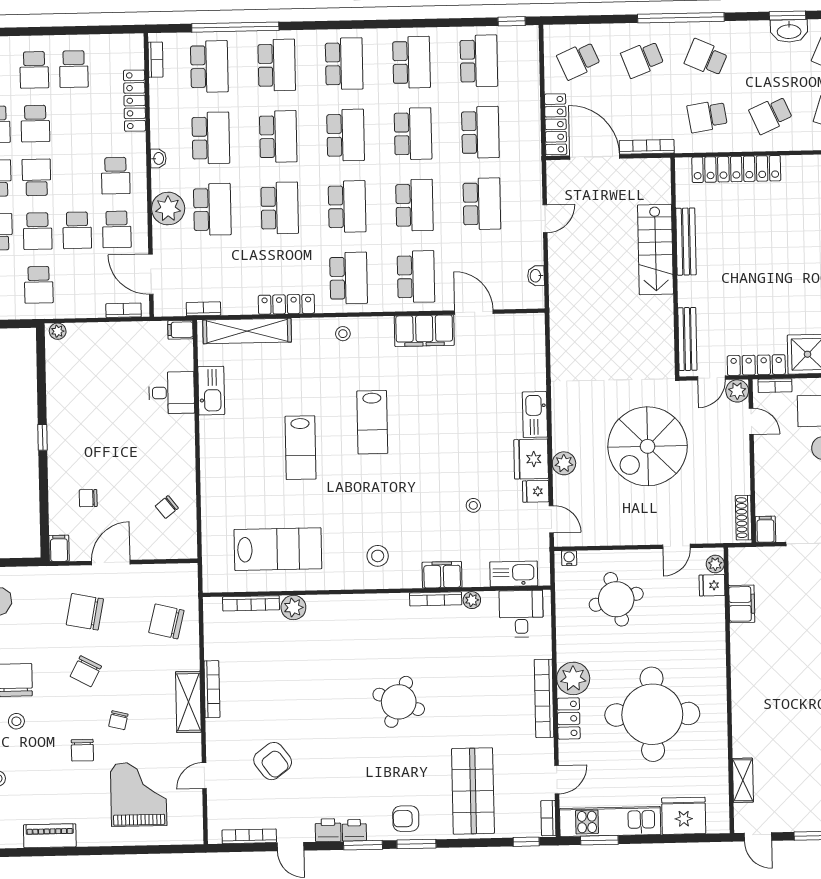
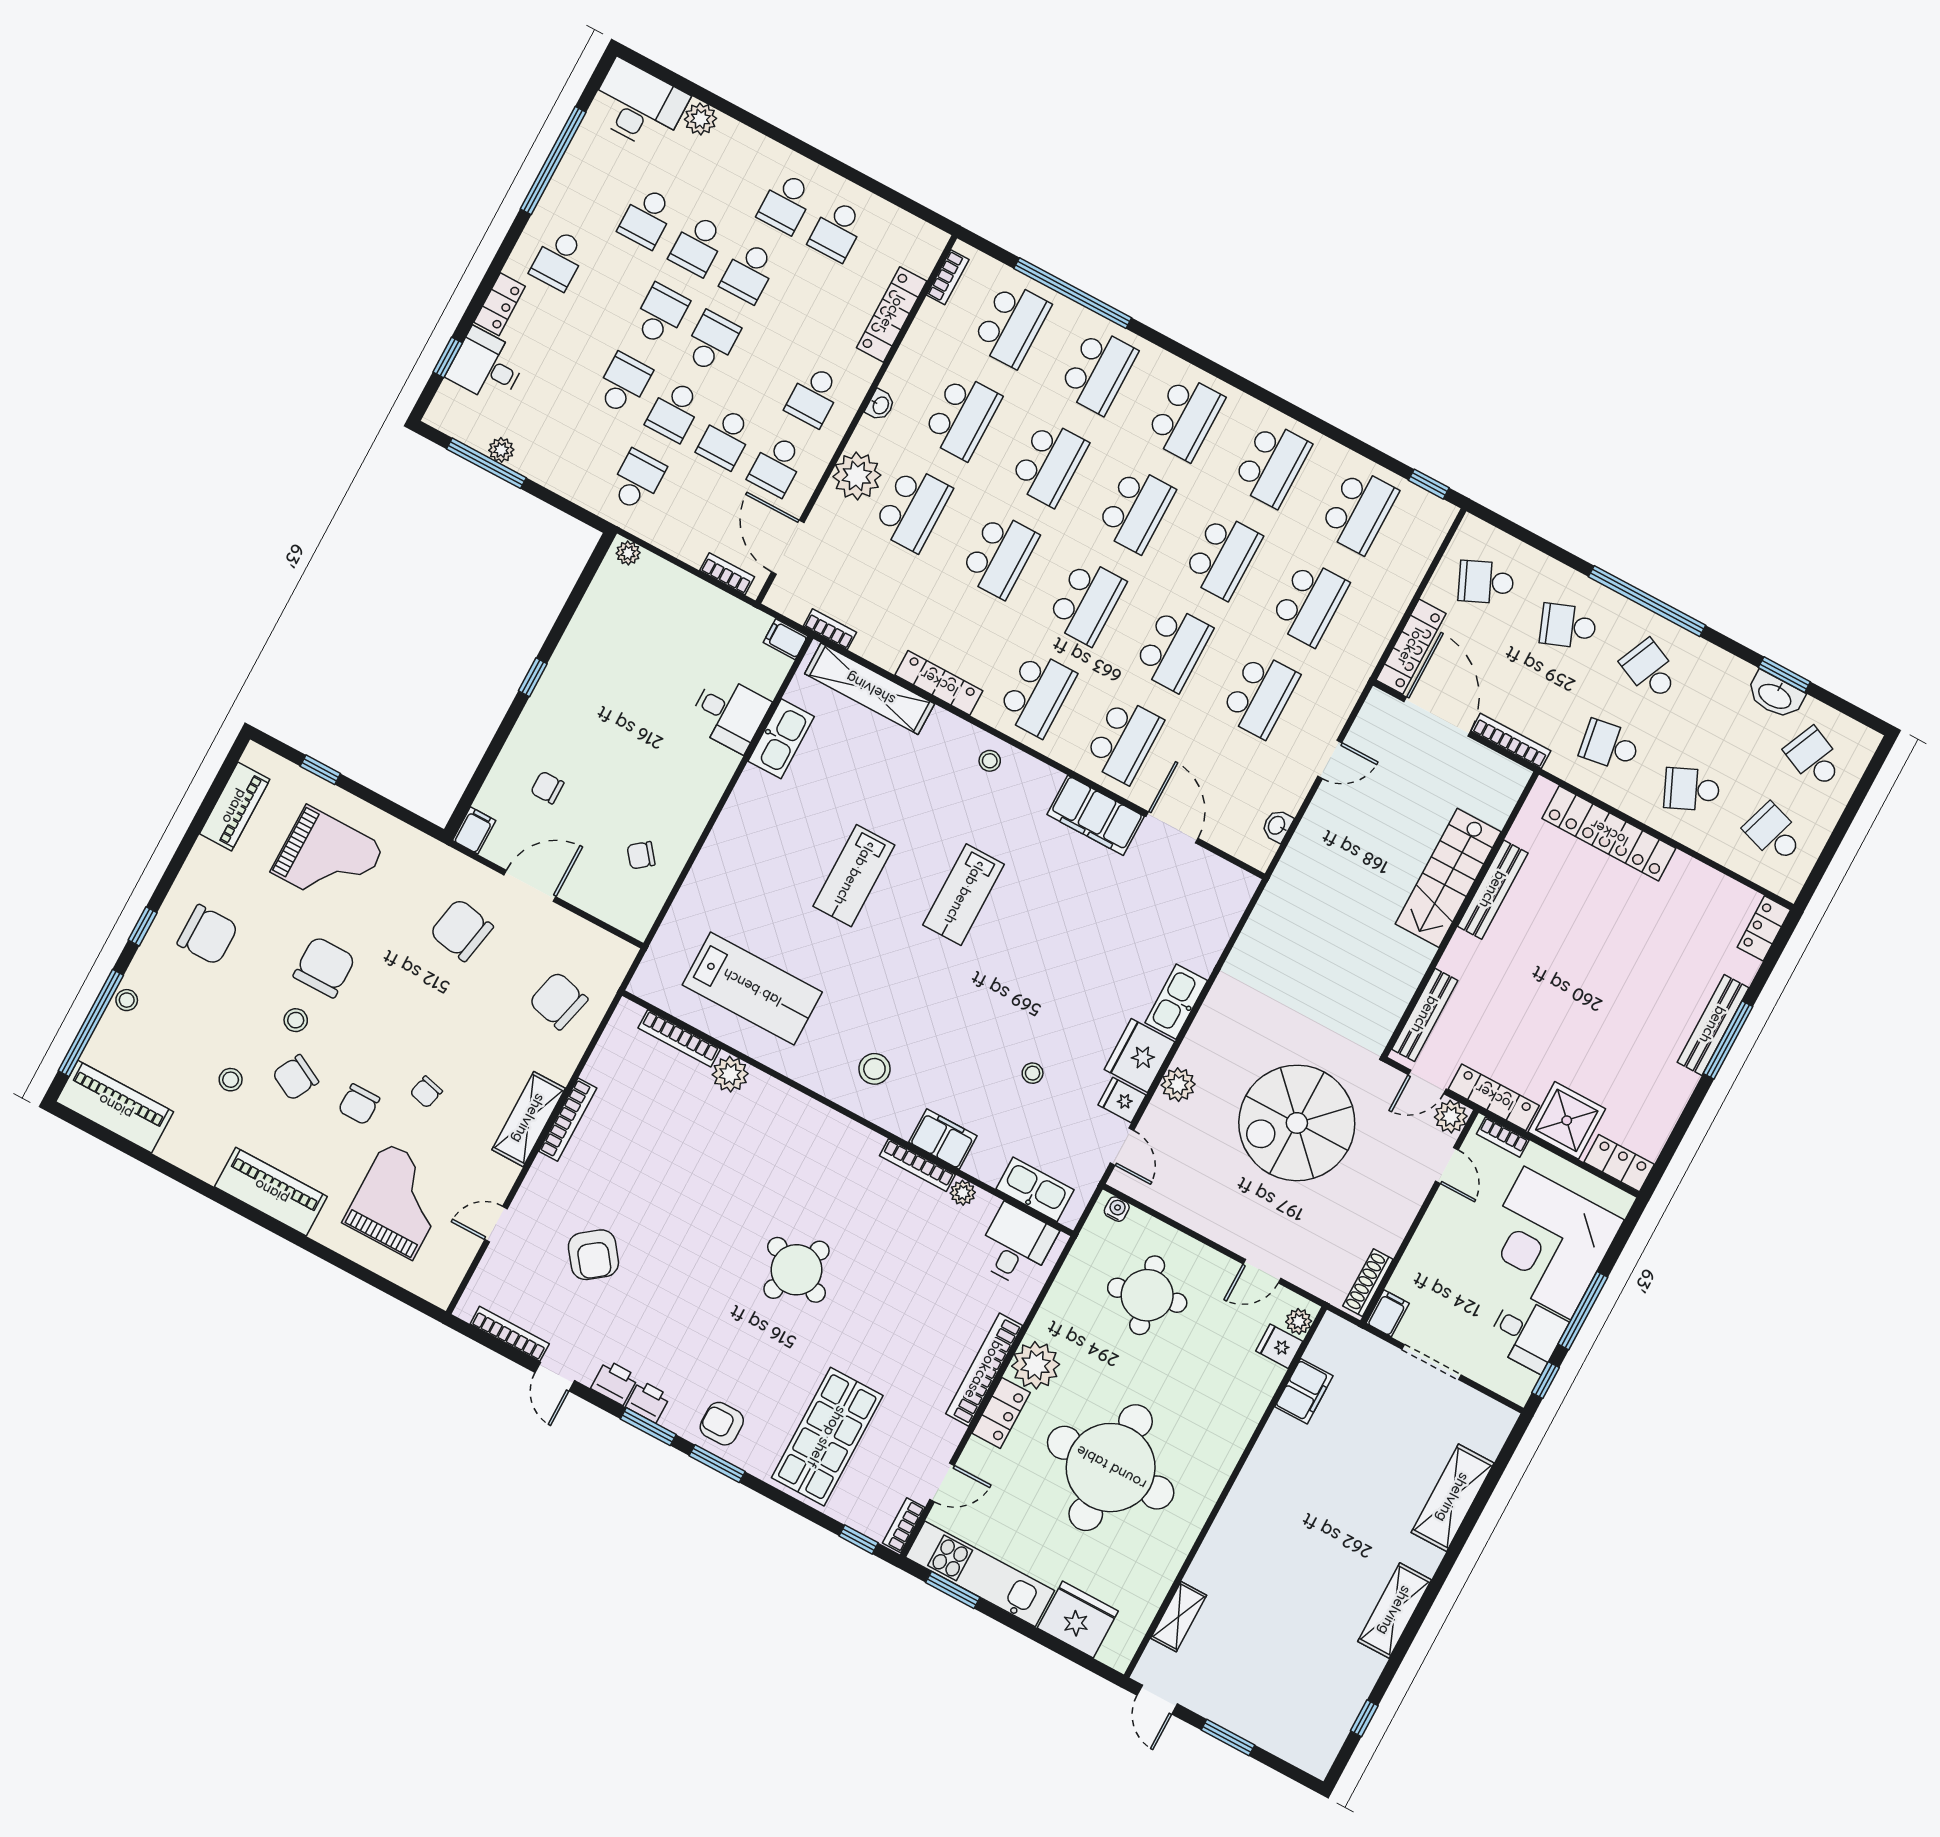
school desk: (39, 285) -> (637, 480), turned 180
chair: (86, 671) -> (295, 1077), moved
piano: (50, 836) -> (271, 1192), width x1.37, depth x1.33

